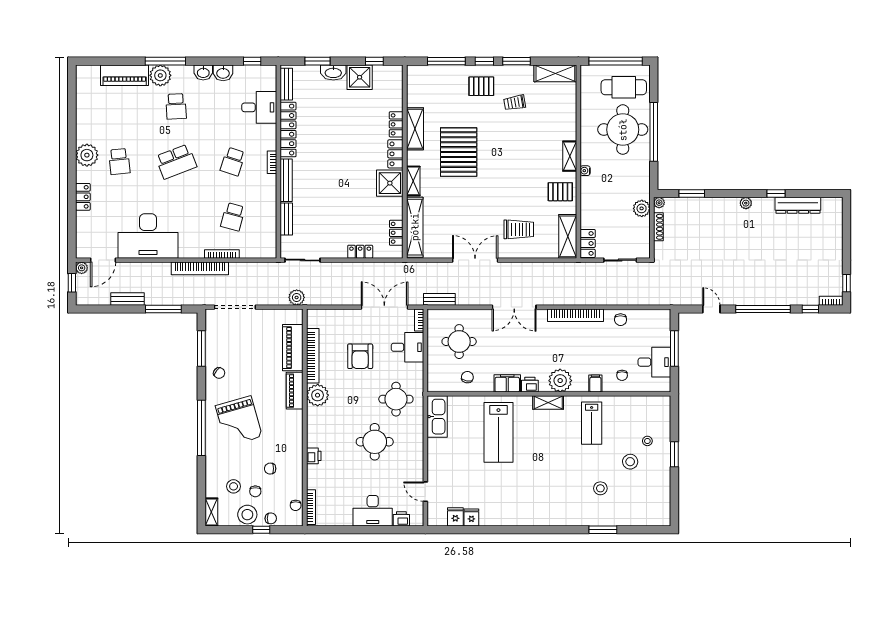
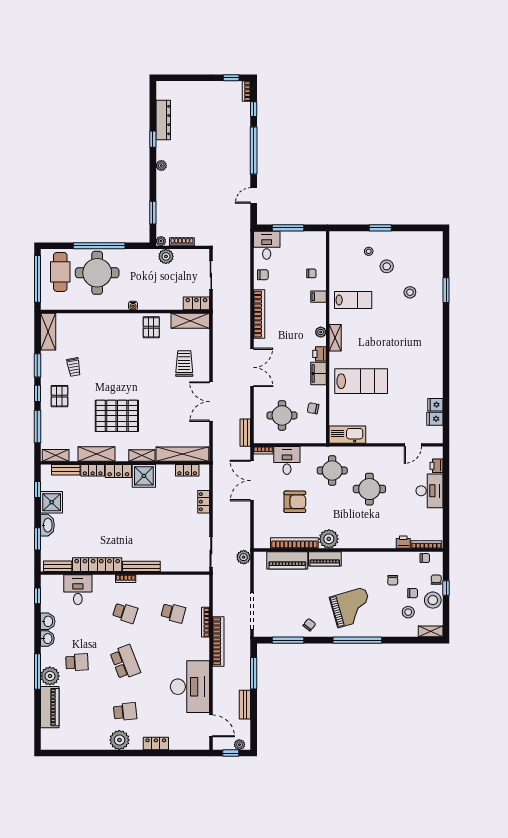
shelving: (570, 156) -> (56, 455), moved
bench: (286, 219) -> (66, 470), moved
plant: (82, 268) -> (239, 745), moved
desk: (654, 362) -> (267, 245), moved
plant: (560, 381) -> (321, 332), width x0.53, depth x0.53
printer: (314, 456) -> (403, 542), moved

